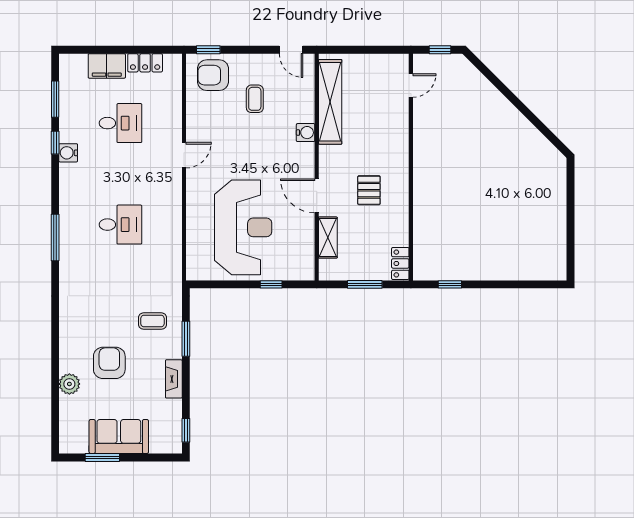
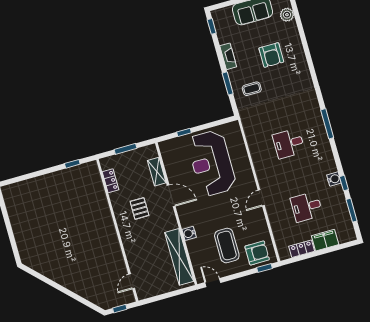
coffee table: (255, 99) -> (227, 246), width x1.86, depth x1.72
locker: (400, 263) -> (110, 181), moved
plant: (69, 384) -> (287, 15), moved

